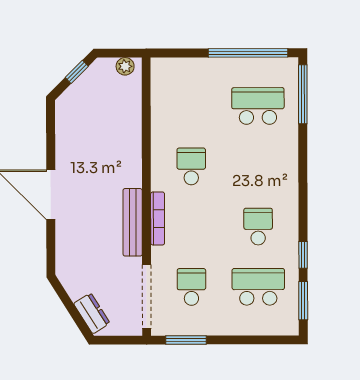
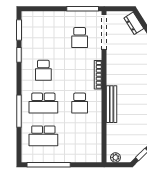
window: (303, 94) -> (19, 111), moved
bench: (133, 222) -> (112, 104), moved
school desk: (258, 287) -> (43, 103), moved
window: (186, 340) -> (83, 9), width x1.44

